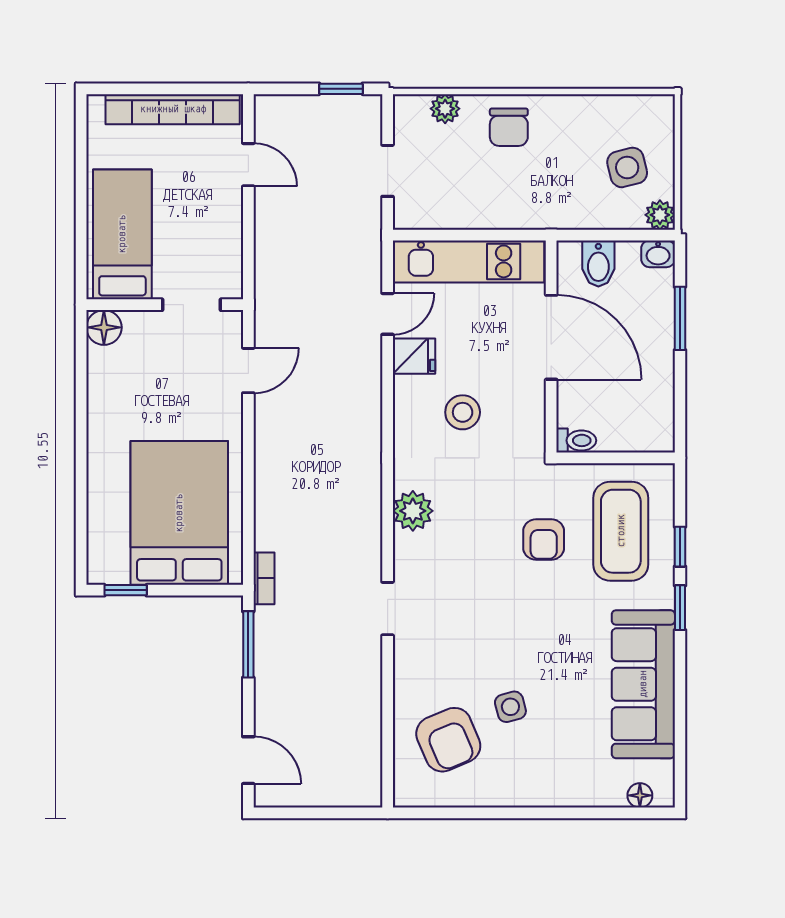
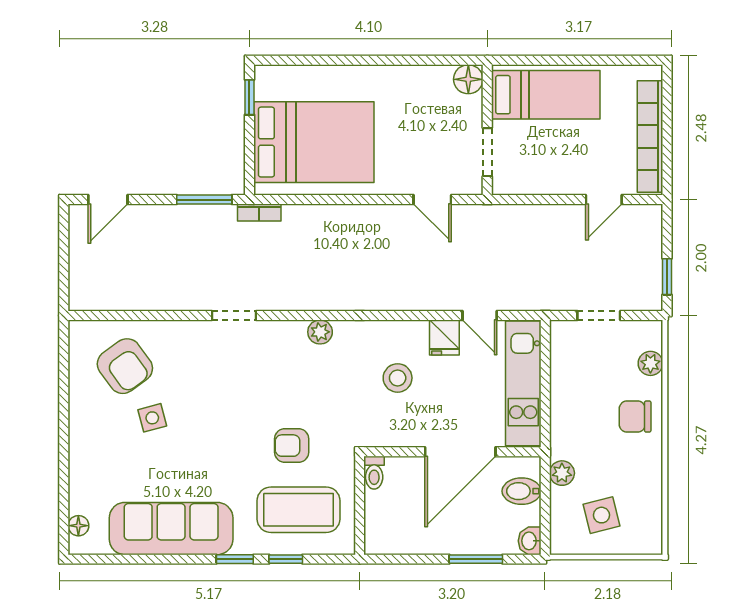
plant: (660, 215) -> (562, 473), moved
plant: (413, 511) -> (320, 332), width x0.73, depth x0.73
armchair: (448, 740) -> (125, 366), turned -103

